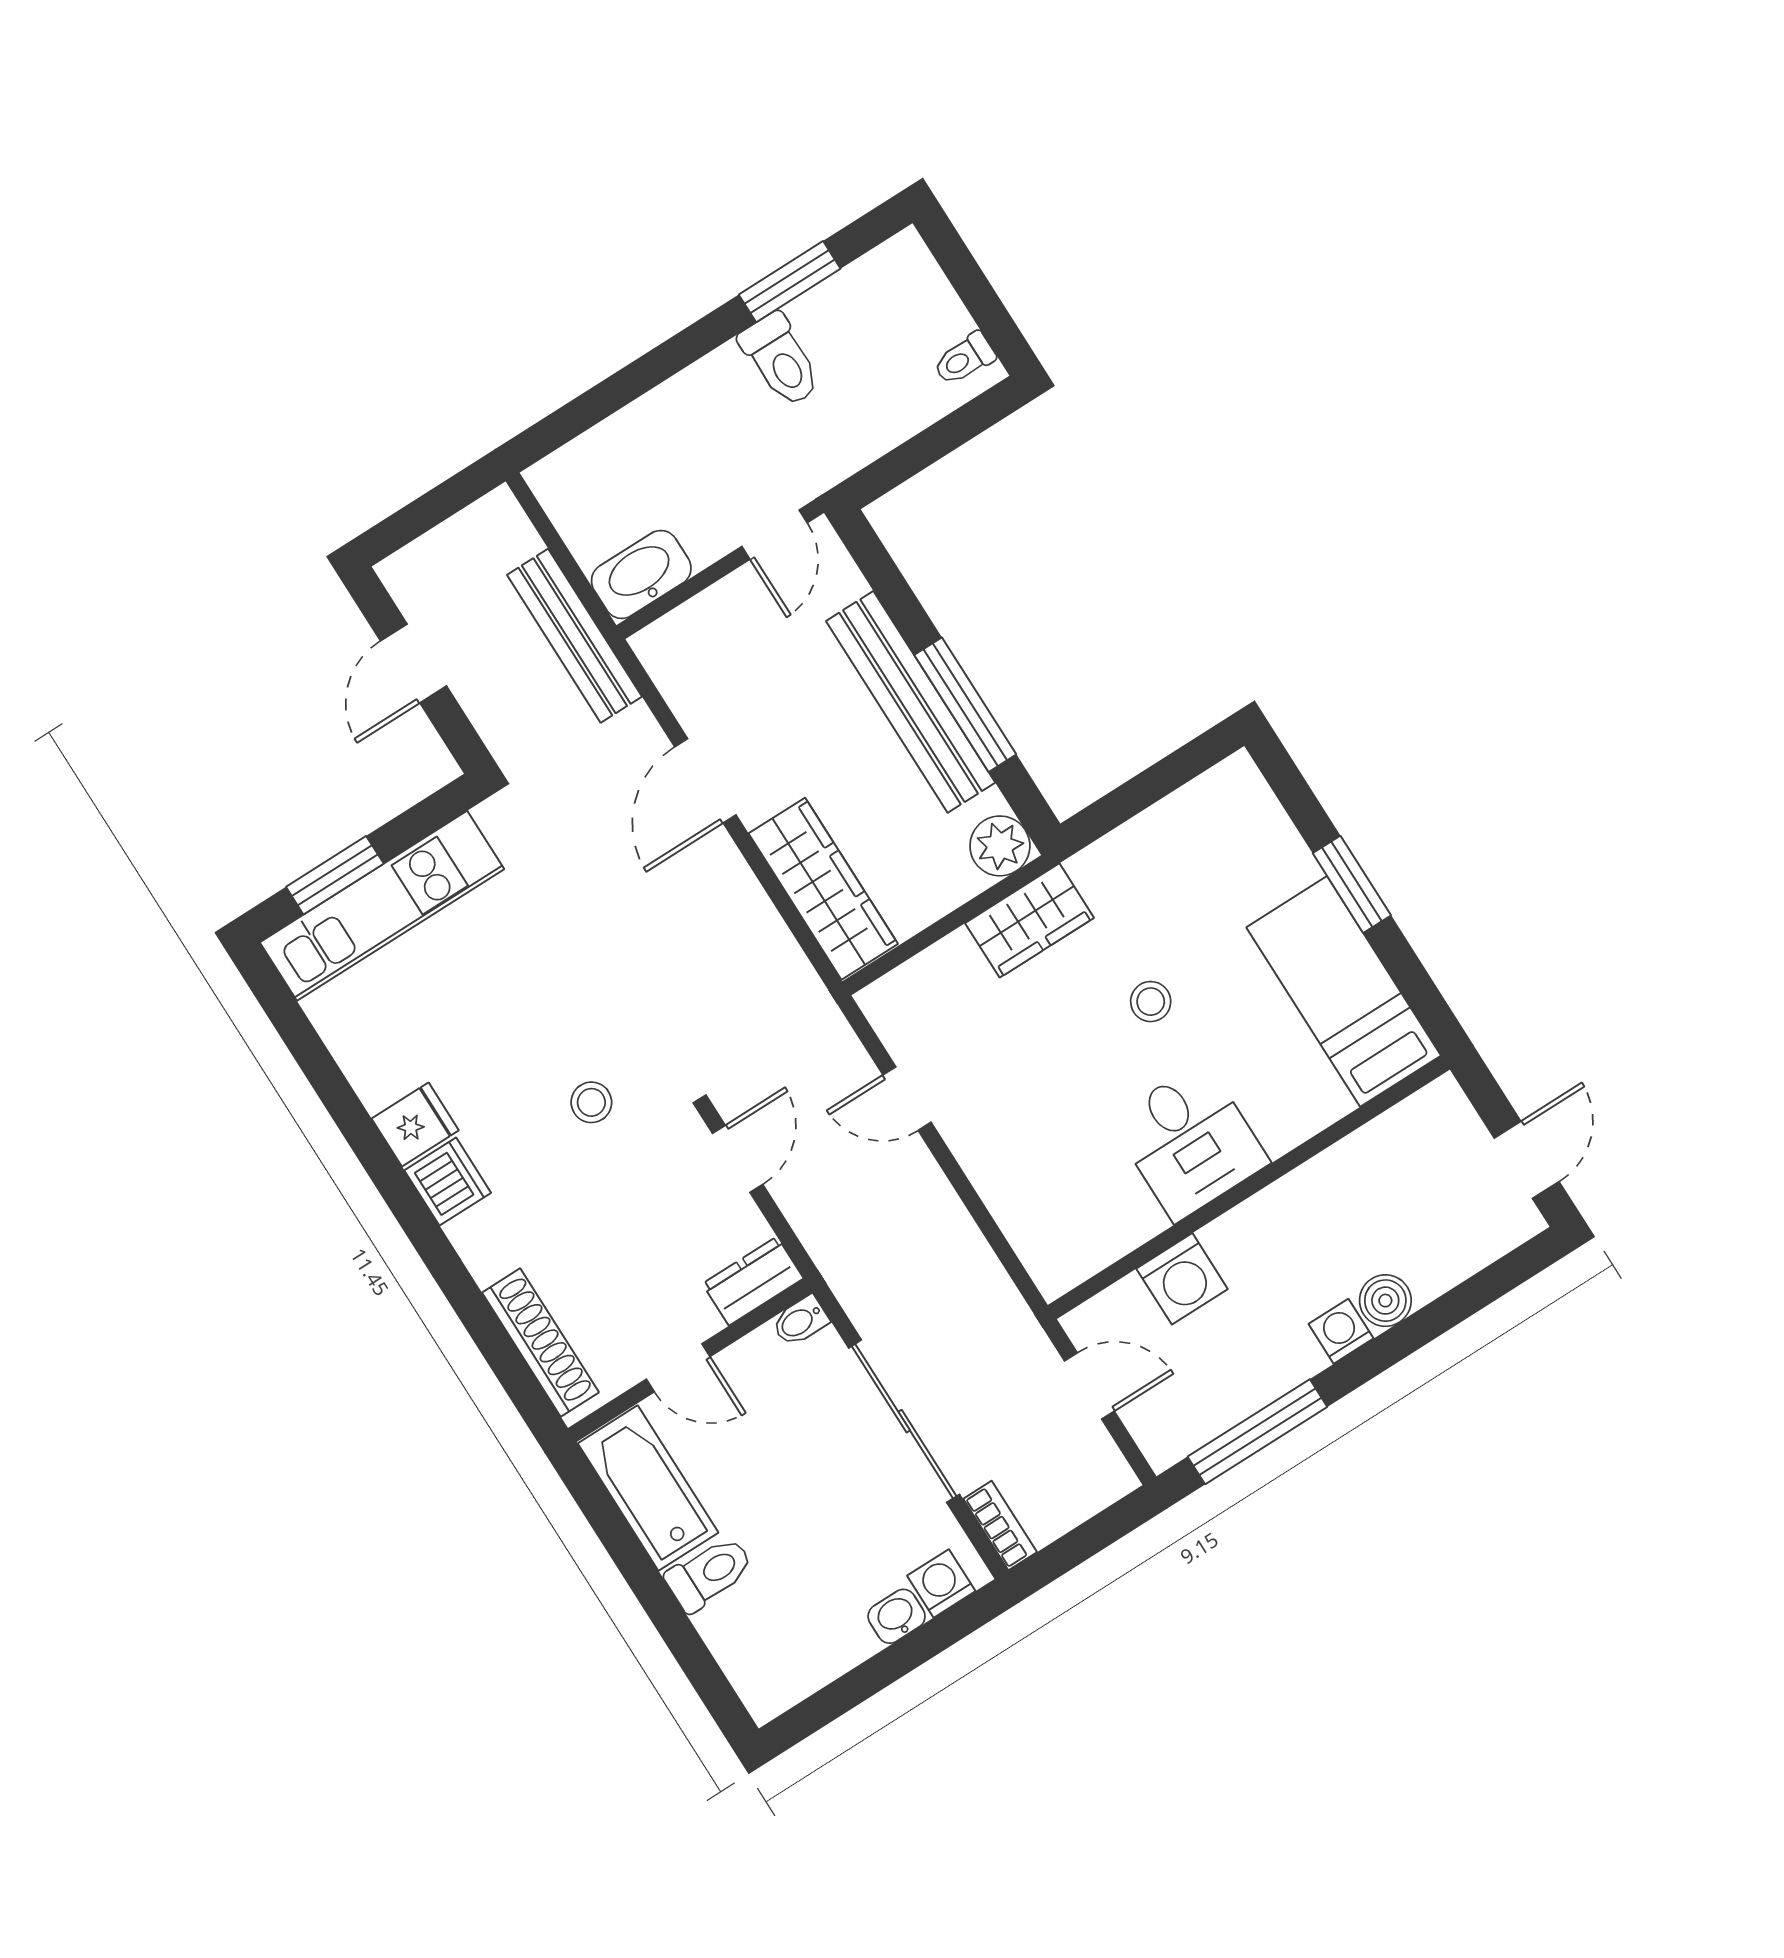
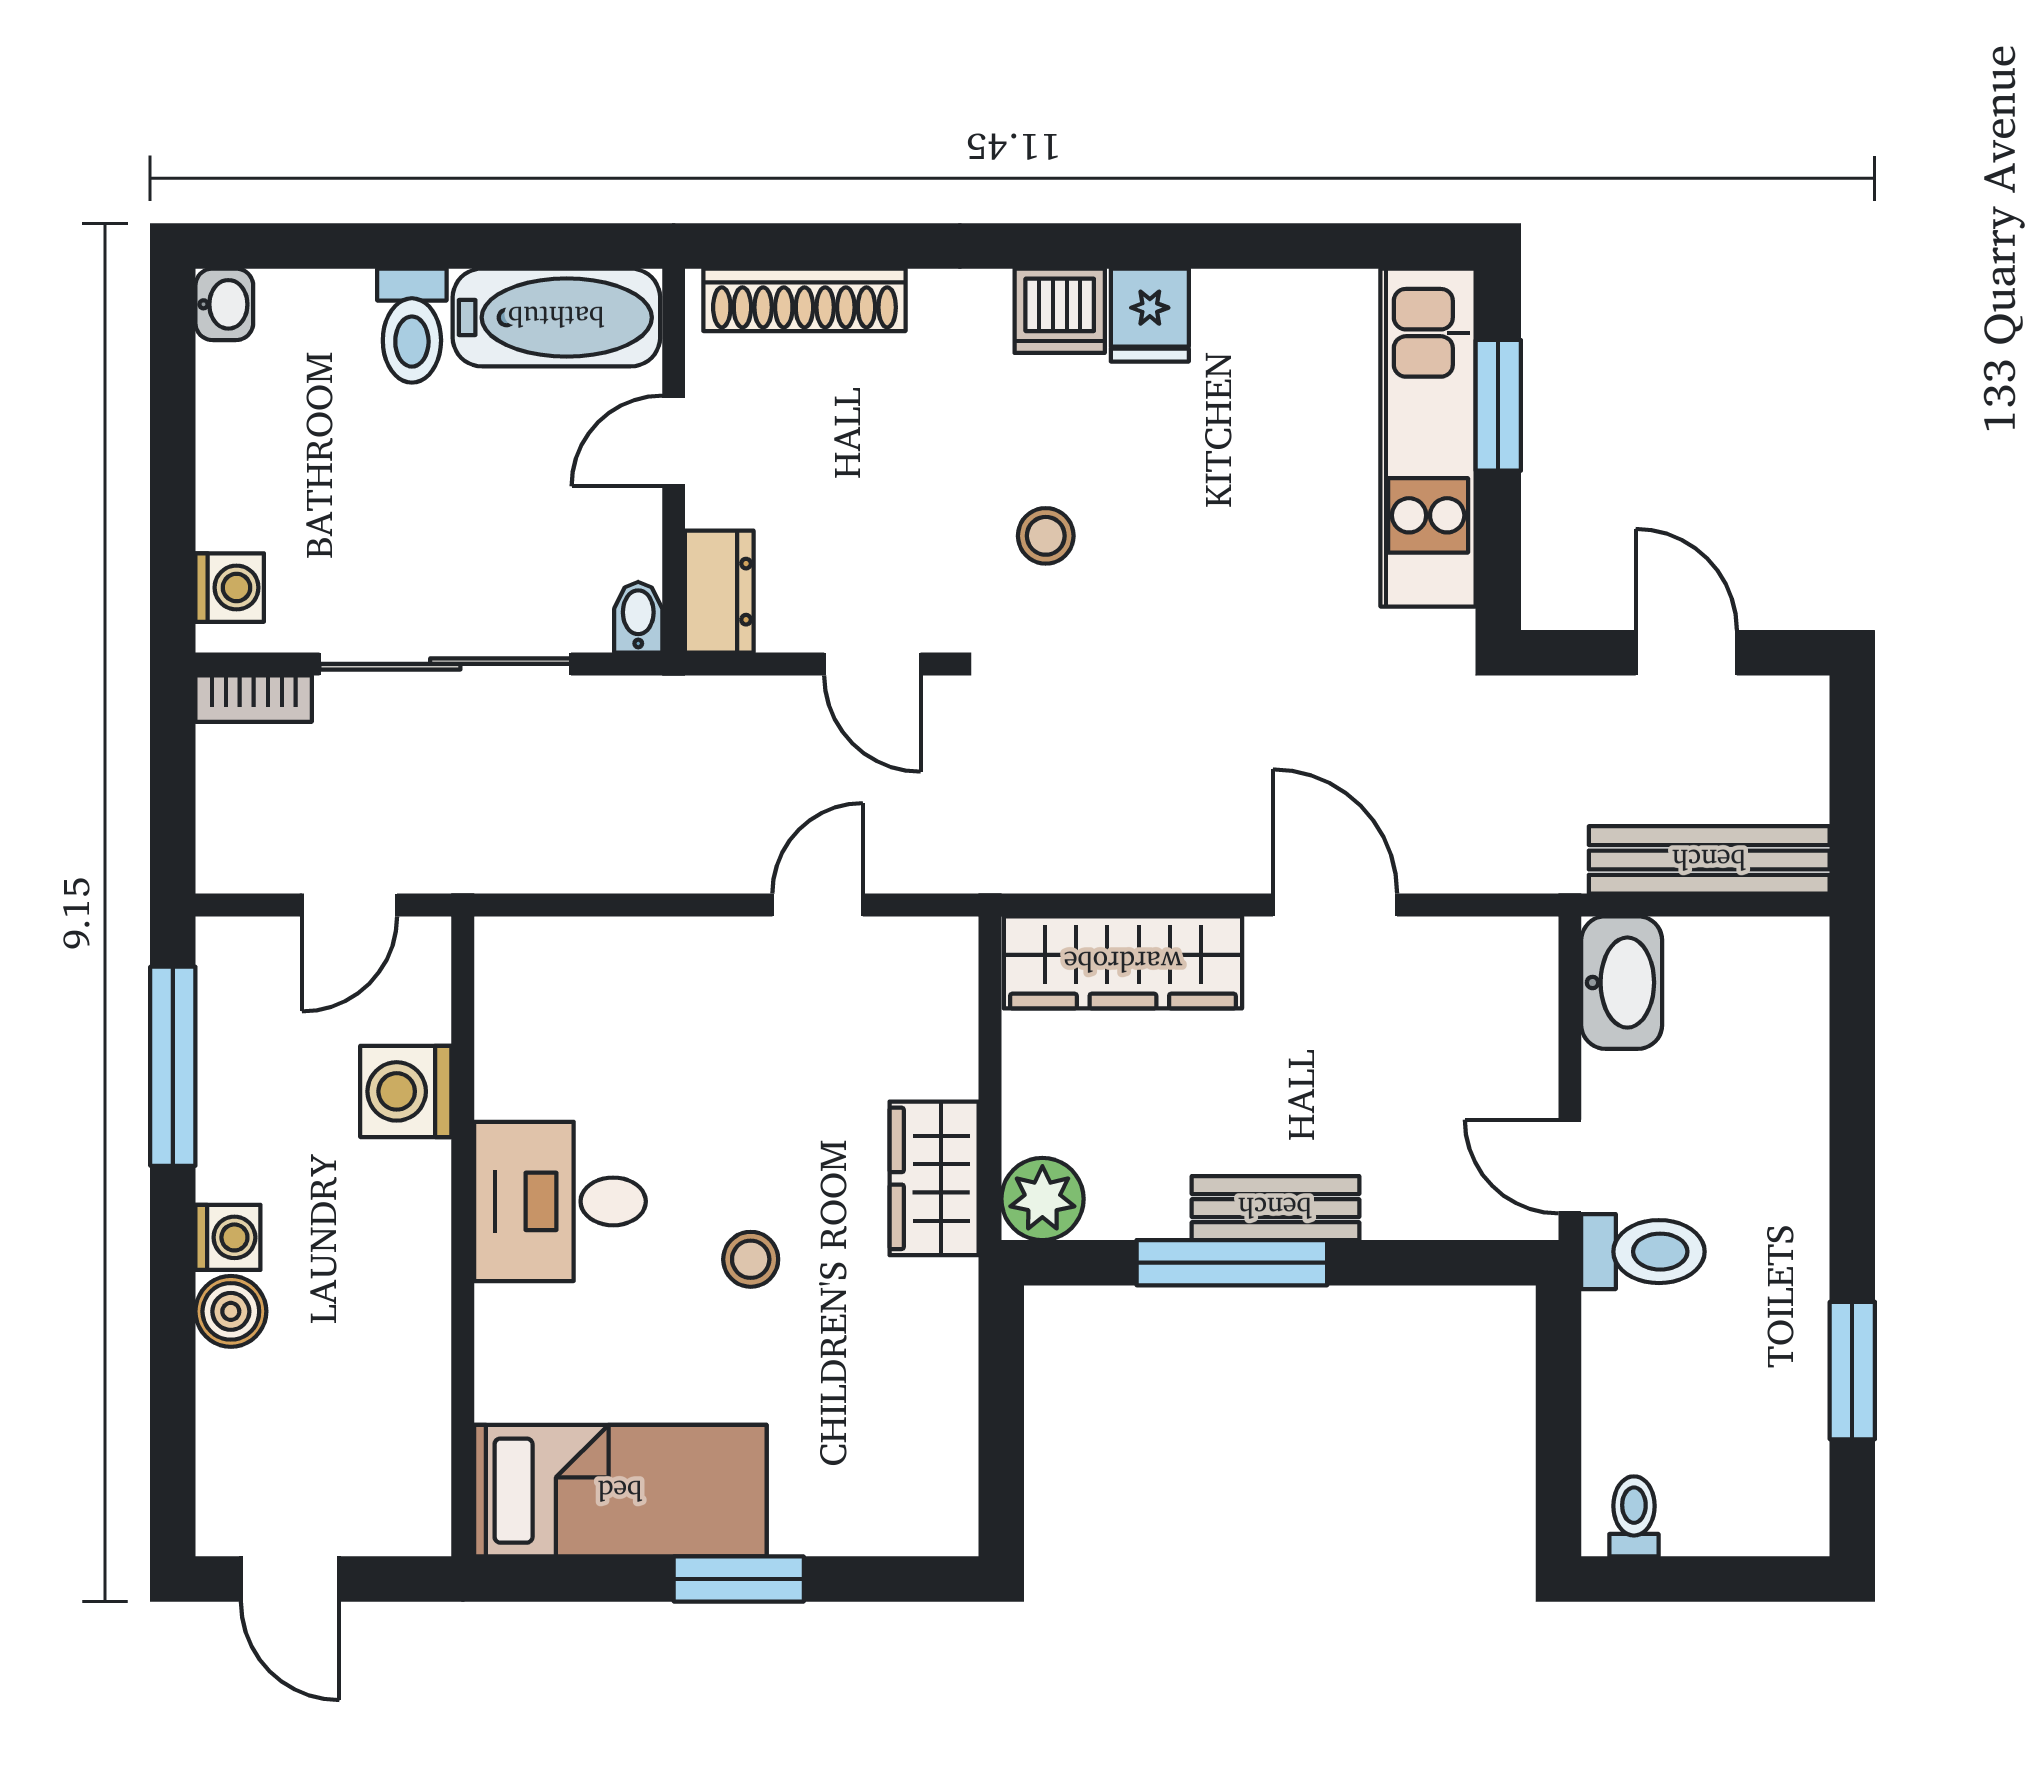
toilet: (781, 360) -> (1643, 1252), moved, turned 180
bench: (574, 636) -> (1709, 860), moved
bench: (911, 702) -> (1275, 1208), width x0.54, depth x0.82
washbasin: (897, 1616) -> (224, 304), moved

